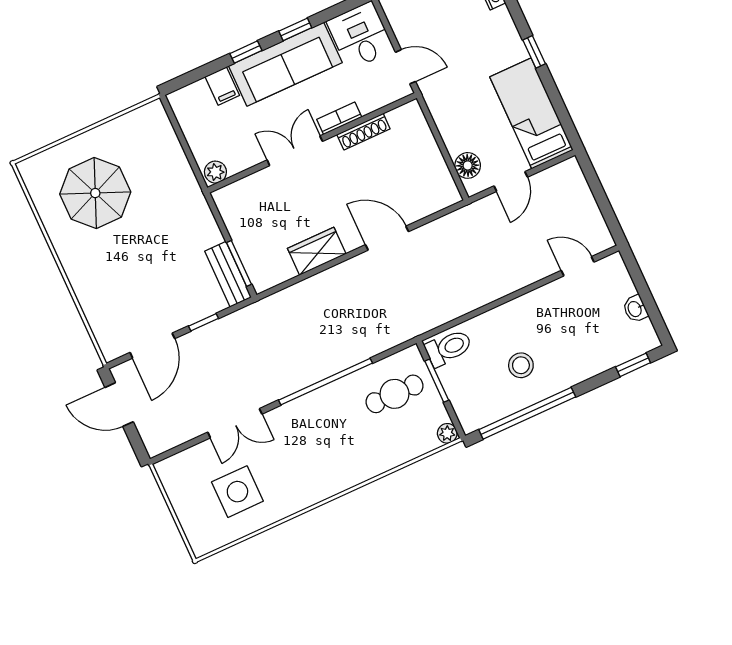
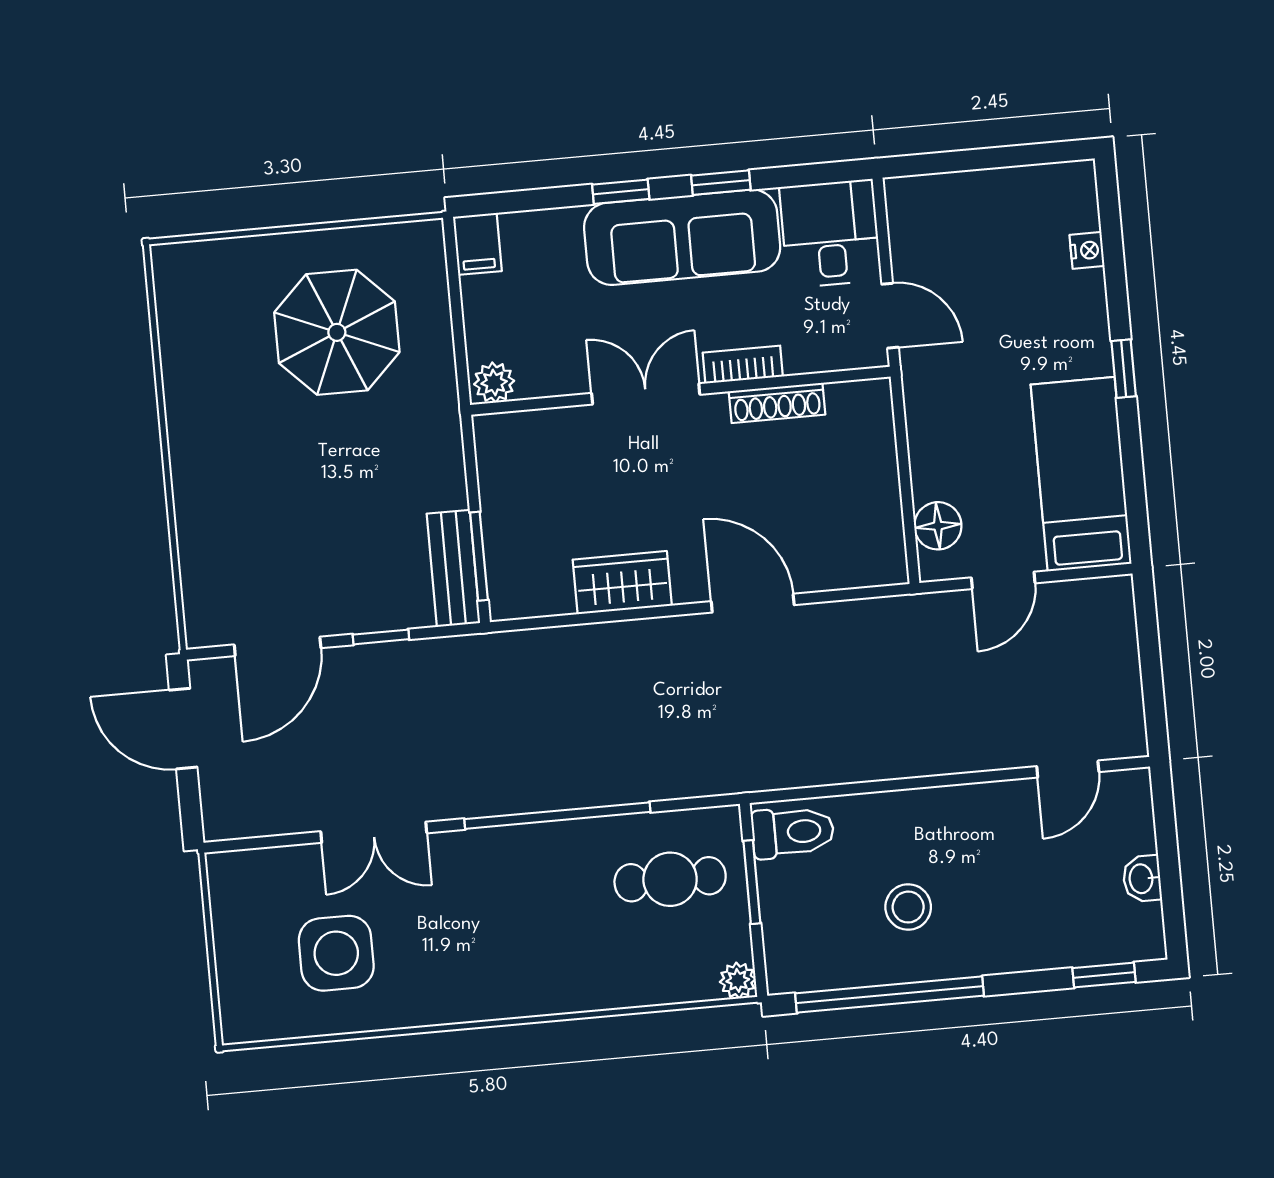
filing cabinet: (222, 86) -> (477, 244), moved
parasol: (95, 193) -> (337, 332), moved
door: (578, 266) -> (1068, 769), swing flipped

